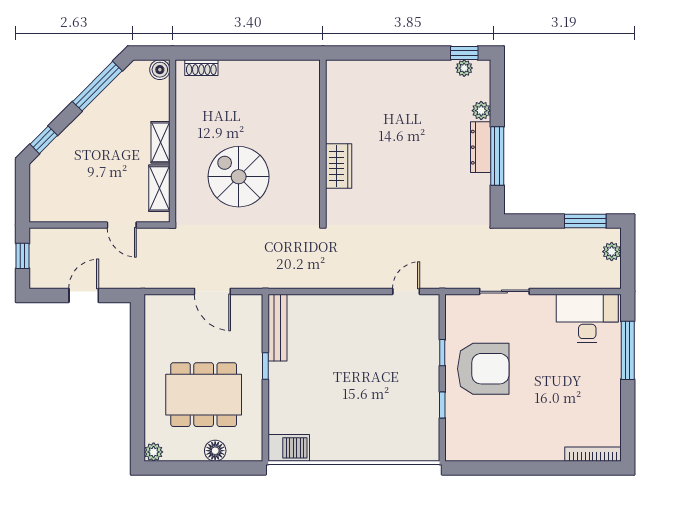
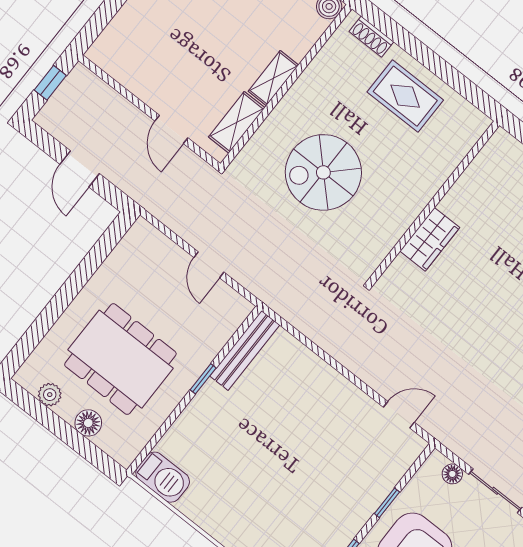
rug: (252, 88) -> (405, 96), added
spiral stairs: (239, 177) -> (323, 172), turned -90
door: (212, 291) -> (209, 265), width x0.73
door: (84, 295) -> (80, 169), swing flipped
floor lamp: (469, 302) -> (452, 474), added
plant: (154, 452) -> (50, 395), moved

